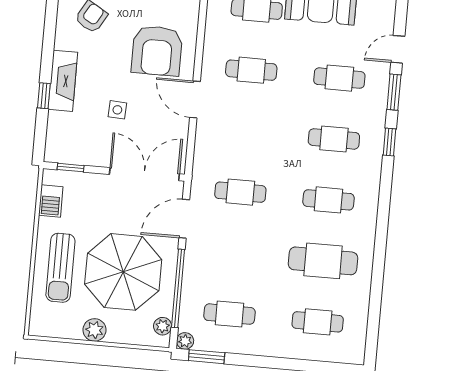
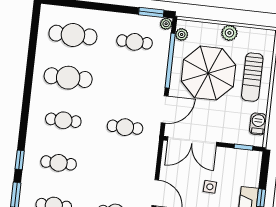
sun lounger: (60, 268) -> (252, 77), turned 180
cafe table: (318, 322) -> (73, 35), width x1.37, depth x1.35

